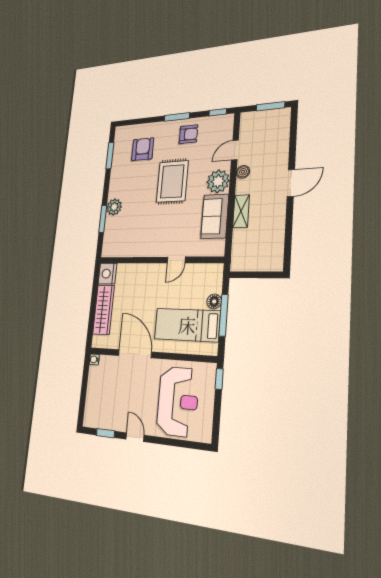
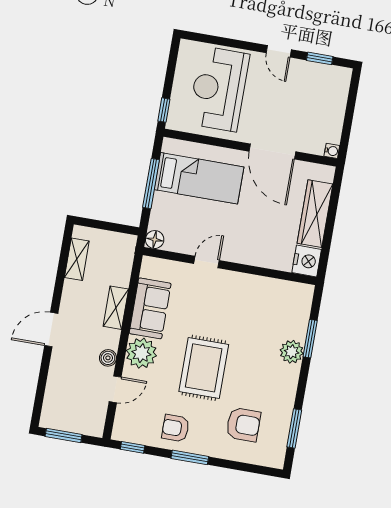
armchair: (143, 149) -> (243, 425), turned -90
shelving: (277, 243) -> (77, 259), added
floor lamp: (214, 301) -> (155, 240), moved

